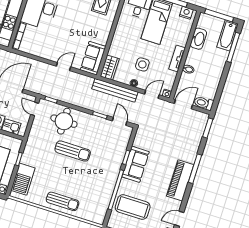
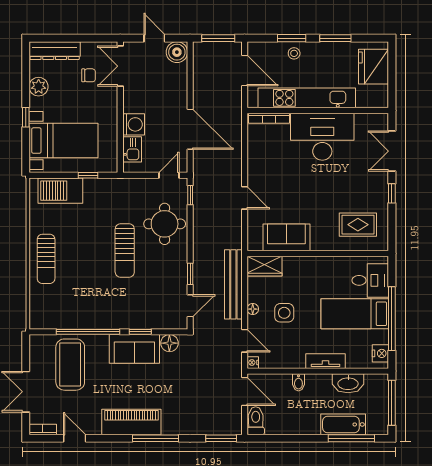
bathtub: (228, 35) -> (343, 424), moved
sofa: (93, 58) -> (286, 237), moved
tv unit: (177, 58) -> (325, 361), moved
floor lamp: (139, 141) -> (169, 343), added

